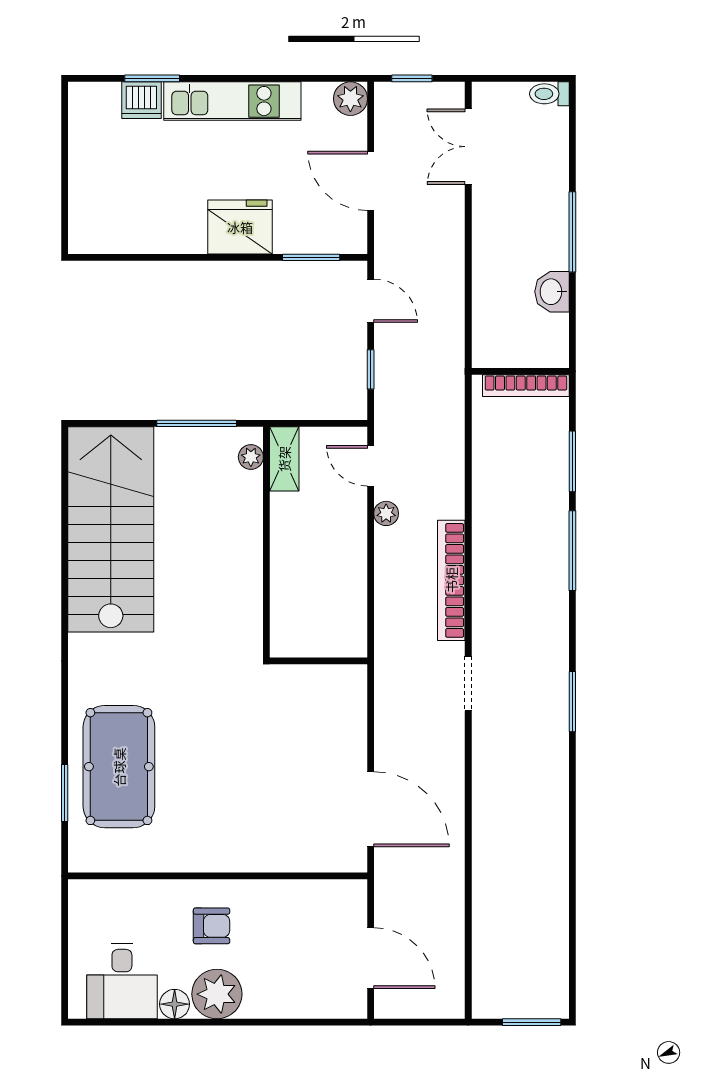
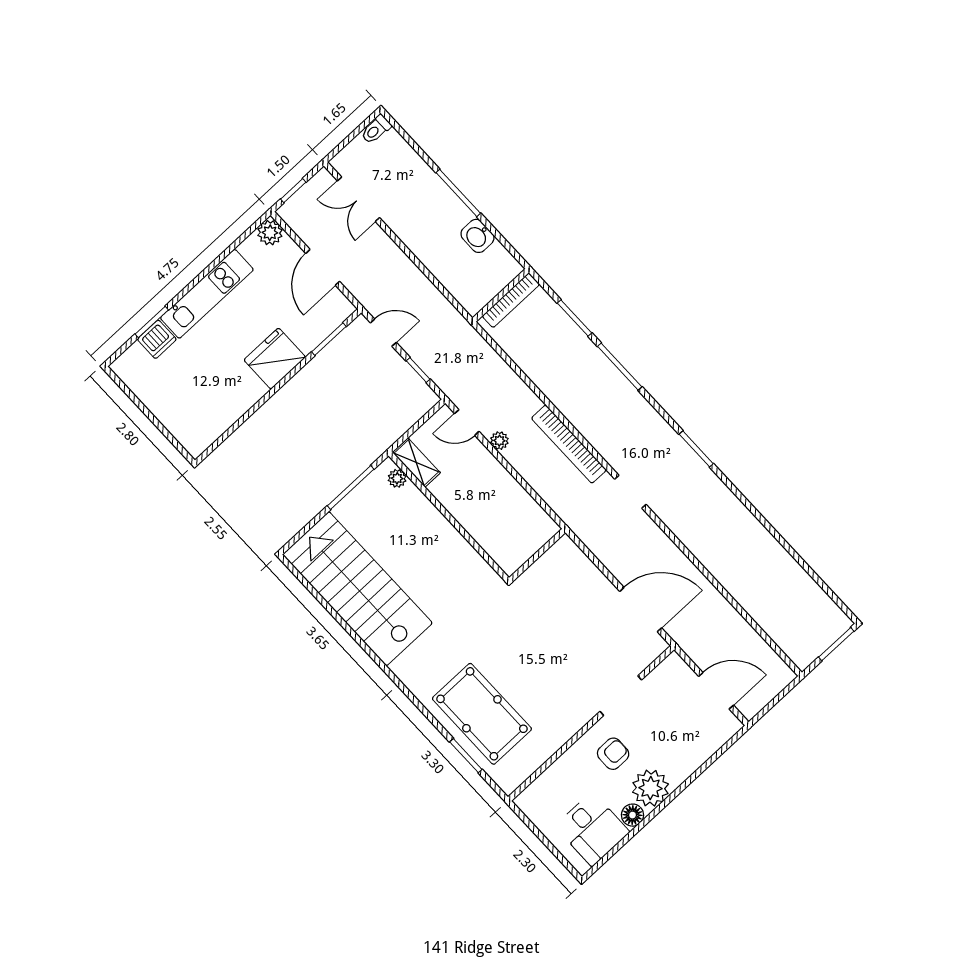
door: (371, 181) -> (323, 267), hinge flipped
doorway: (272, 876) -> (621, 696), added

